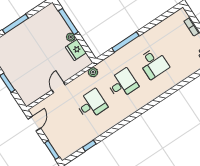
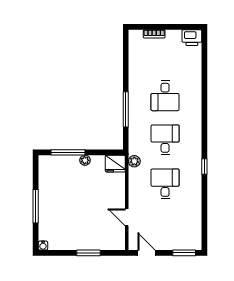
fridge: (76, 50) -> (115, 164), moved
desk: (153, 63) -> (165, 96), turned 90
door: (59, 87) -> (127, 217), moved
window: (89, 146) -> (204, 167), moved

